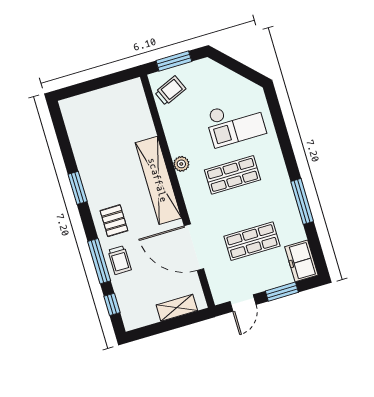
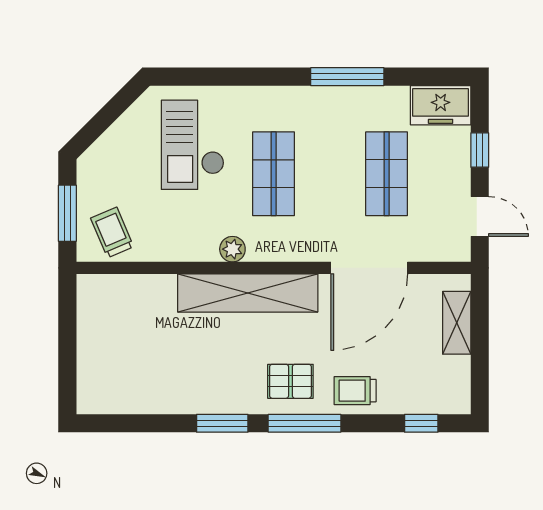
checkout: (235, 123) -> (193, 145), turned 180
trolley: (120, 260) -> (355, 391), turned 180
window: (99, 261) -> (304, 423), moved
window: (282, 292) -> (480, 150), width x0.67

